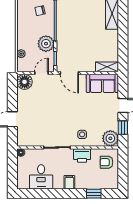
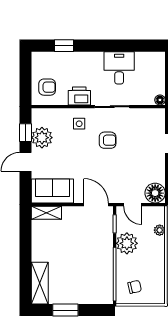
door: (42, 73) -> (133, 205), hinge flipped
armchair: (61, 122) -> (108, 140), added
plant: (110, 138) -> (42, 138), moved
desk: (41, 177) -> (119, 68), moved
filing cabinet: (69, 182) -> (96, 61), removed

